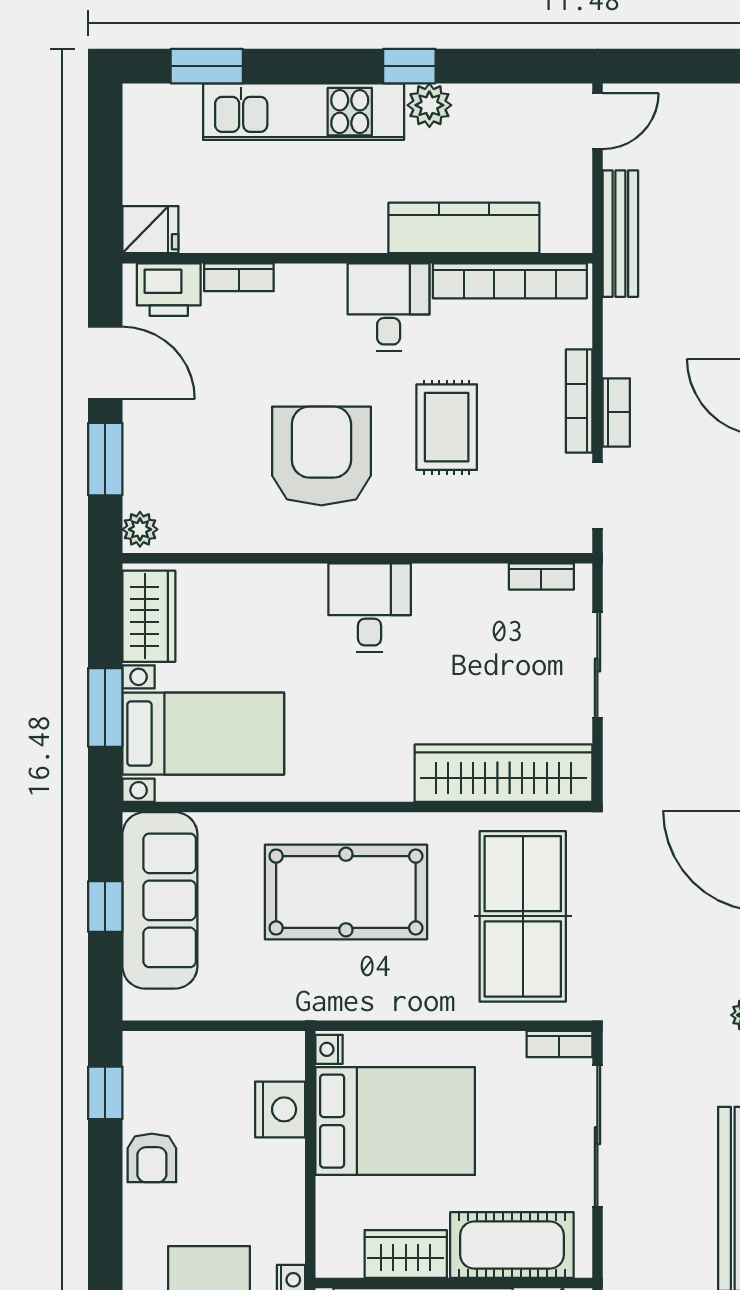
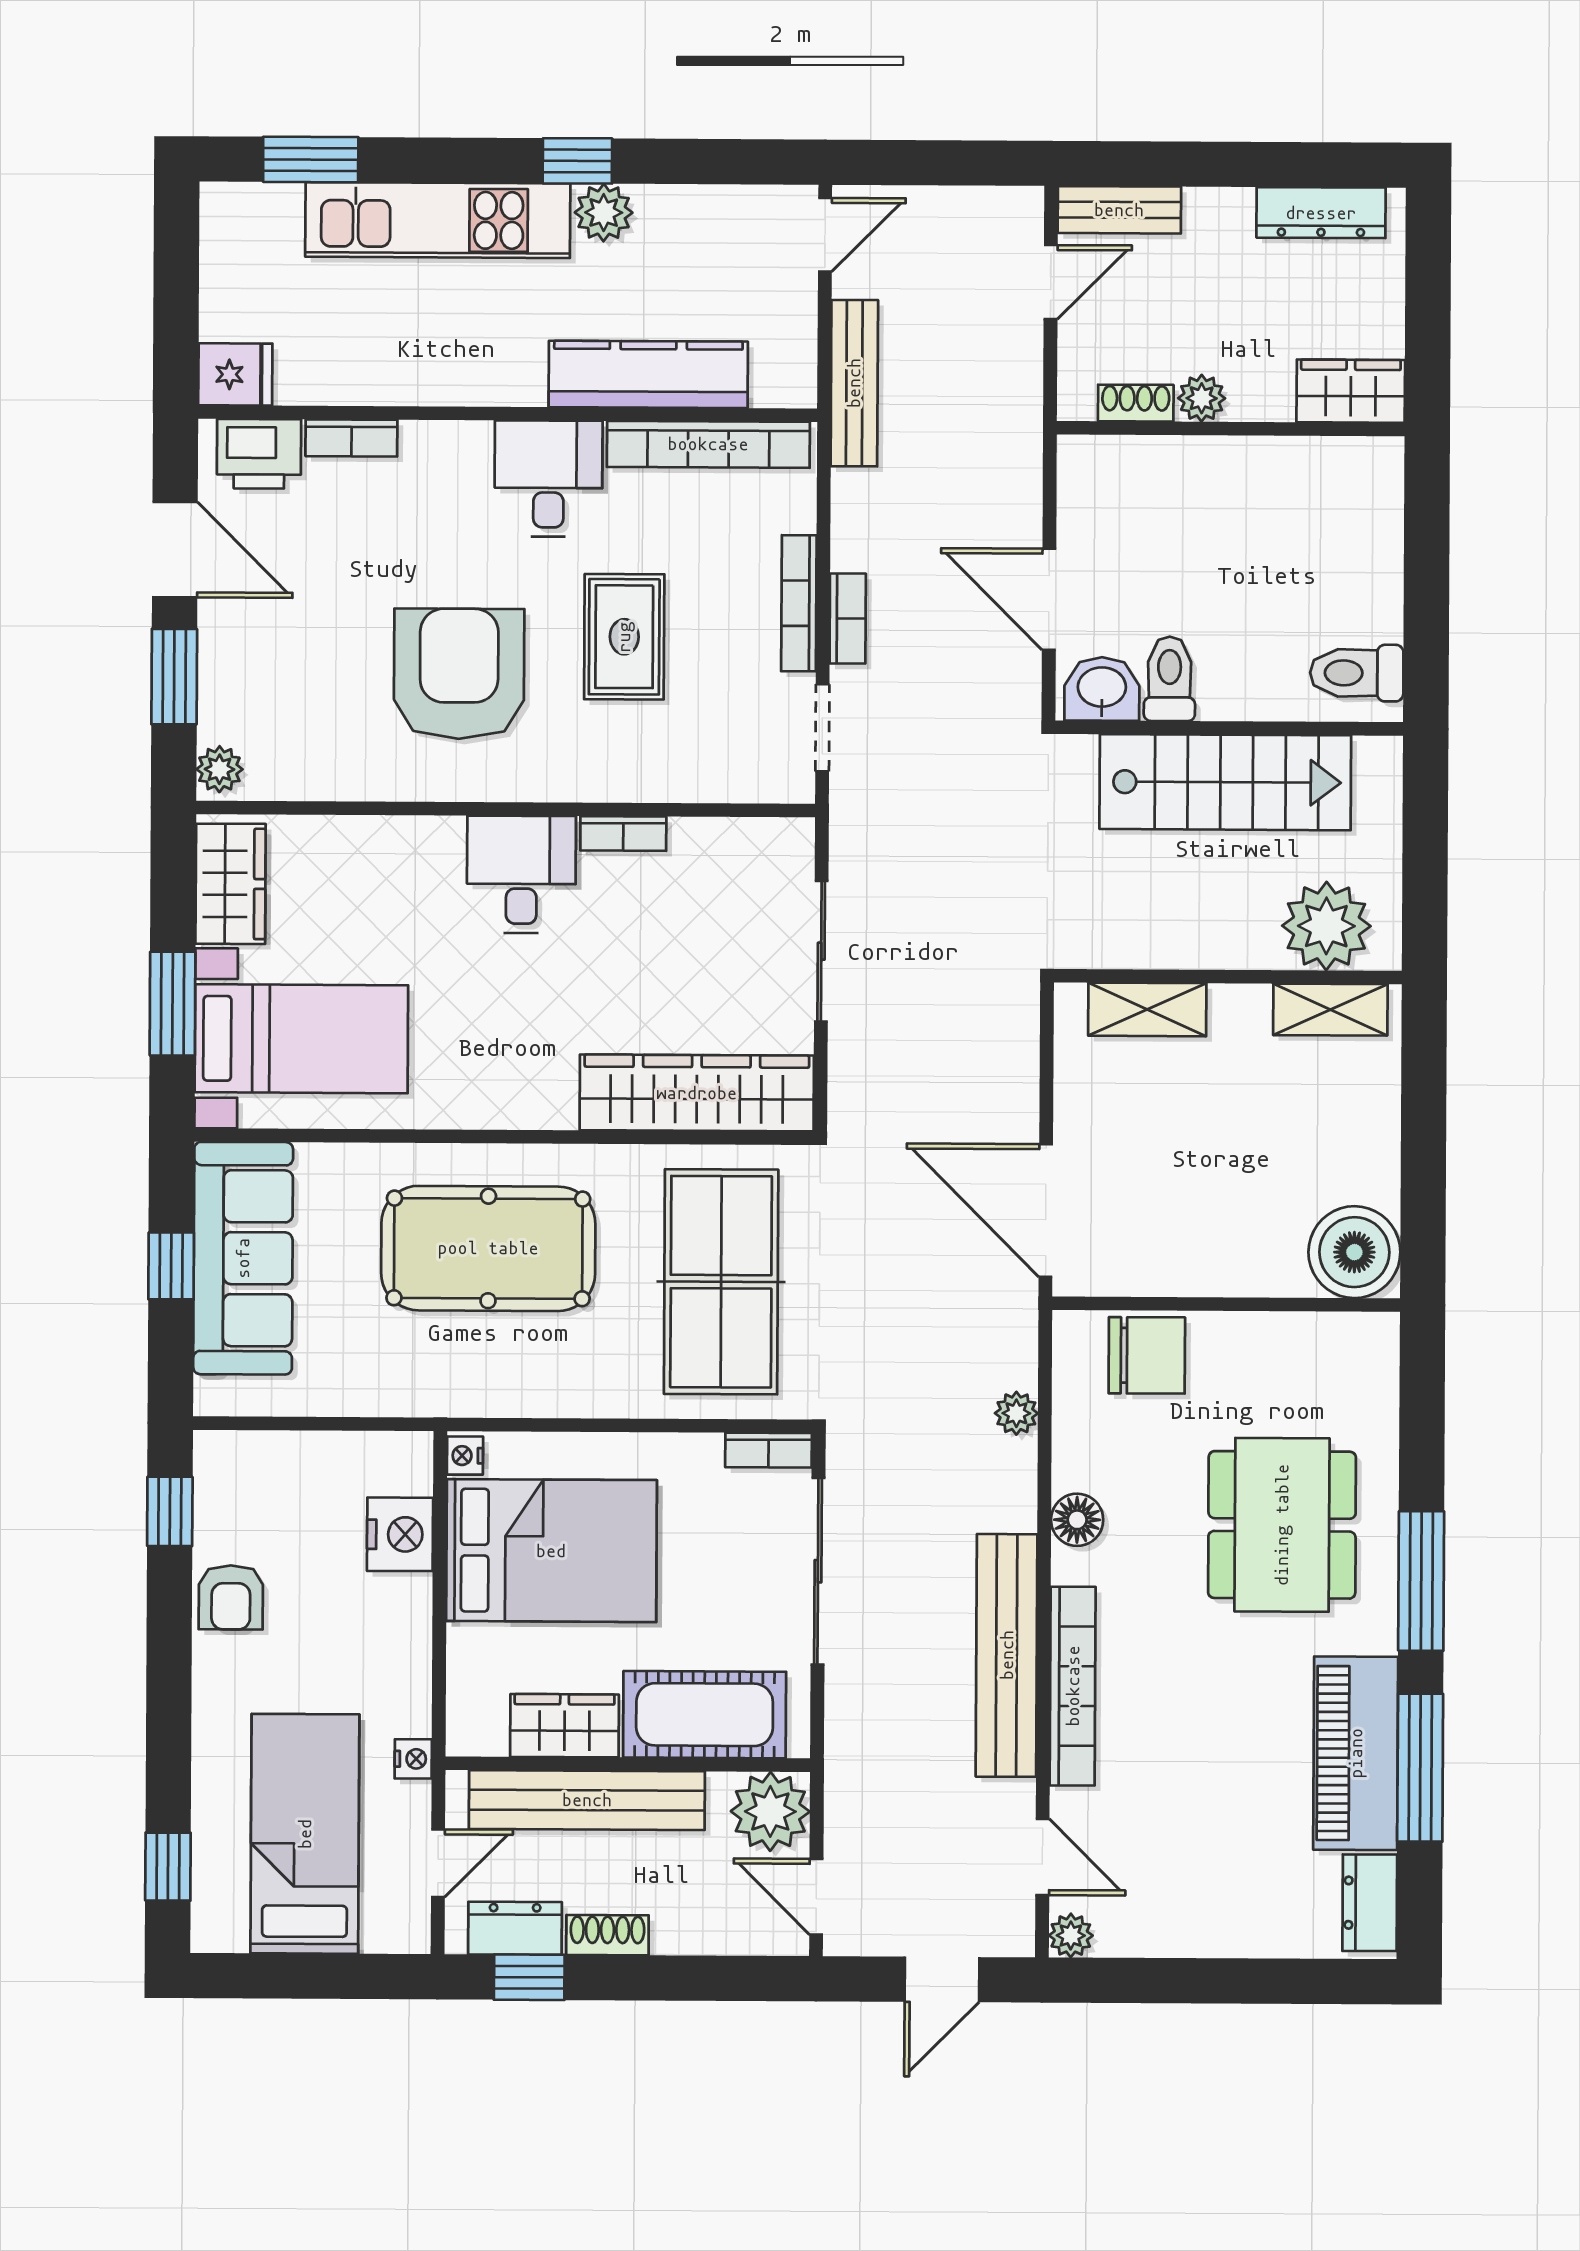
bookcase: (541, 577) -> (623, 834), moved

